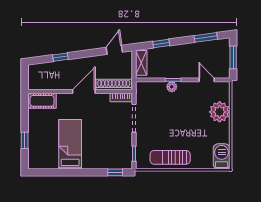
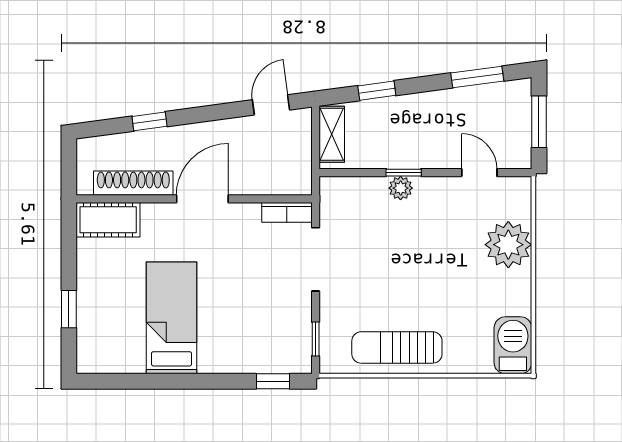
shoe rack: (114, 85) -> (133, 183), moved

